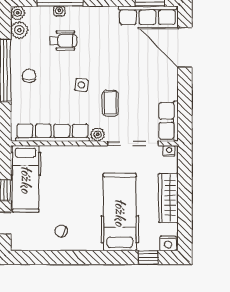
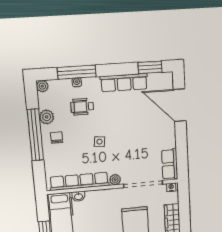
row of seats: (147, 15) -> (124, 83), moved
plant: (19, 30) -> (47, 117), moved
wheelchair: (63, 41) -> (82, 107), turned 180
coffee table: (110, 103) -> (123, 154), removed
washbasin: (50, 152) -> (78, 196), added

